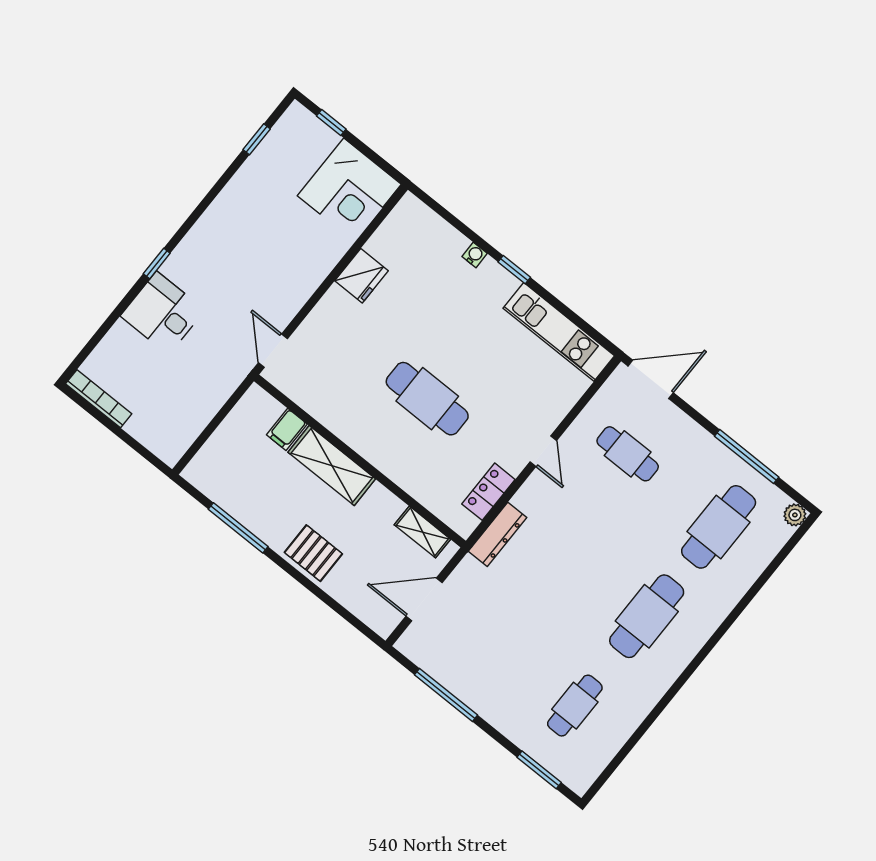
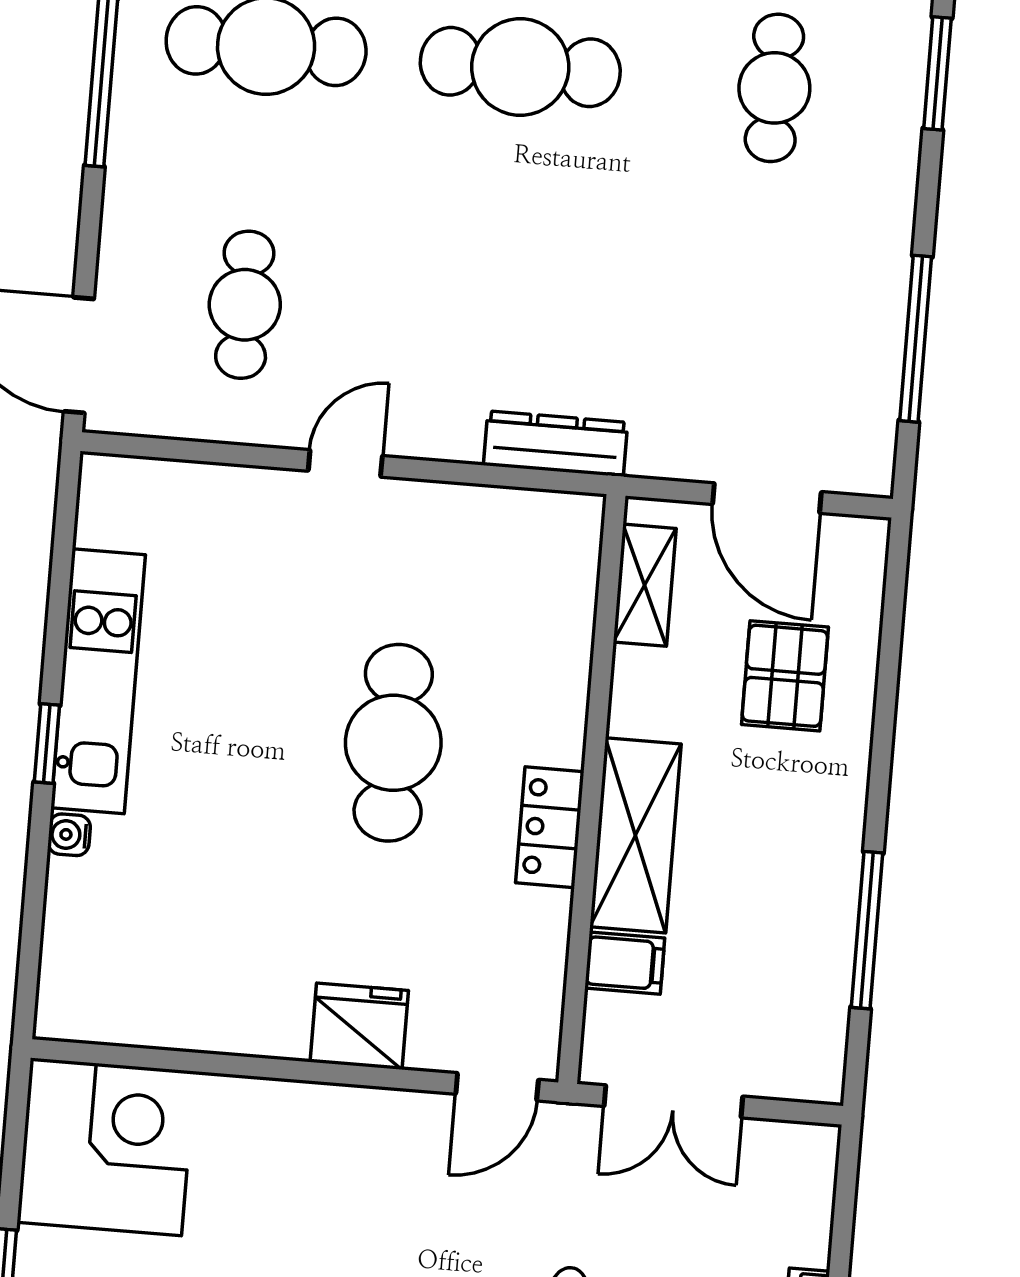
fridge: (361, 276) -> (359, 1026), moved
kitchen unit: (559, 332) -> (98, 681), moved
double door: (223, 413) -> (673, 1101), added
locker: (488, 492) -> (550, 827), moved, turned 90
pallet: (313, 553) -> (785, 676), moved
cafe table: (575, 706) -> (774, 88), turned 90

